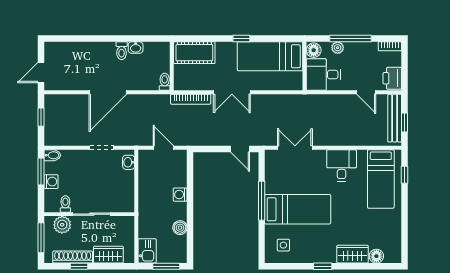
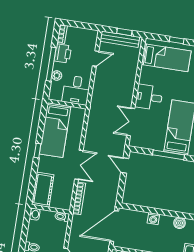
washbasin: (136, 48) -> (35, 214), moved
floor lamp: (314, 50) -> (56, 95), removed
printer: (392, 78) -> (63, 53), moved, turned -90
door: (163, 148) -> (114, 226), width x1.88
door: (240, 149) -> (125, 166), swing flipped
desk: (342, 165) -> (149, 97), moved
window: (404, 175) -> (177, 40), moved

